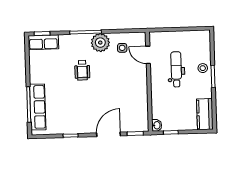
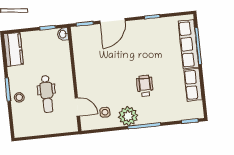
row of seats: (43, 42) -> (193, 85), moved, turned -90

